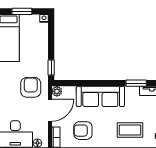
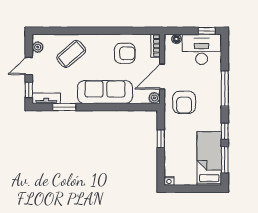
window: (22, 11) -> (194, 189), removed
window: (51, 67) -> (161, 139), moved
coffee table: (130, 130) -> (71, 54), turned -41

